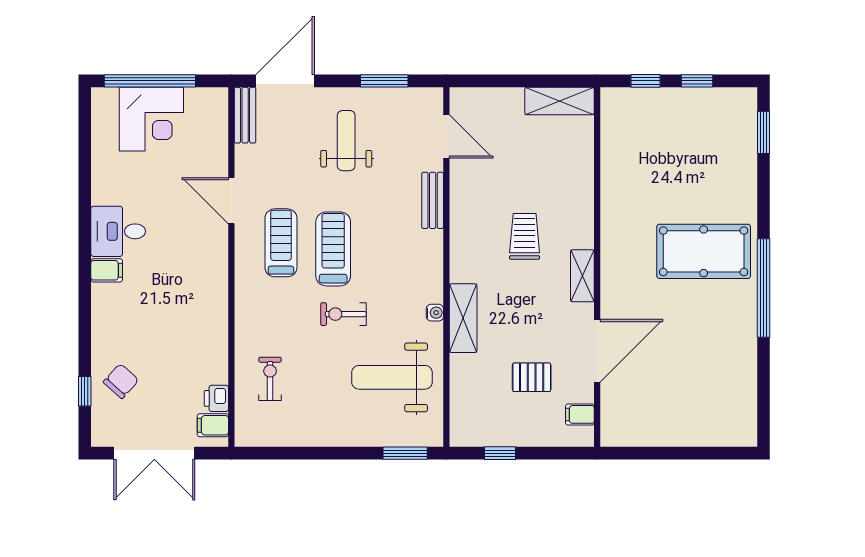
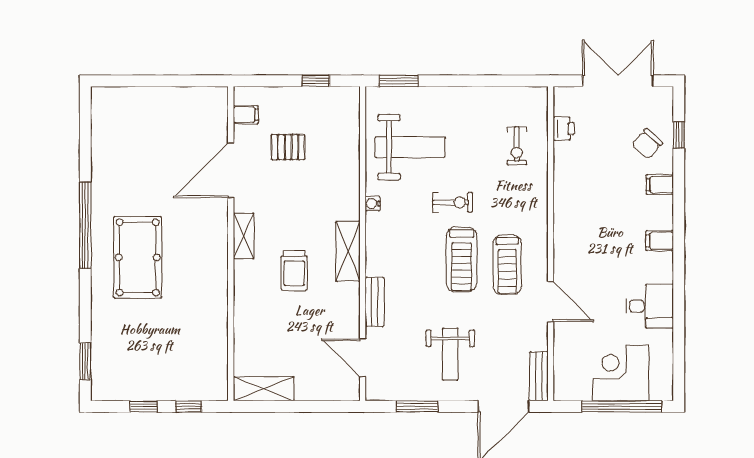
desk: (118, 231) -> (650, 306), moved
pool table: (704, 251) -> (138, 257), turned 90
shelving: (463, 318) -> (348, 251), moved
filing cabinet: (213, 425) -> (660, 185), moved, turned 180

